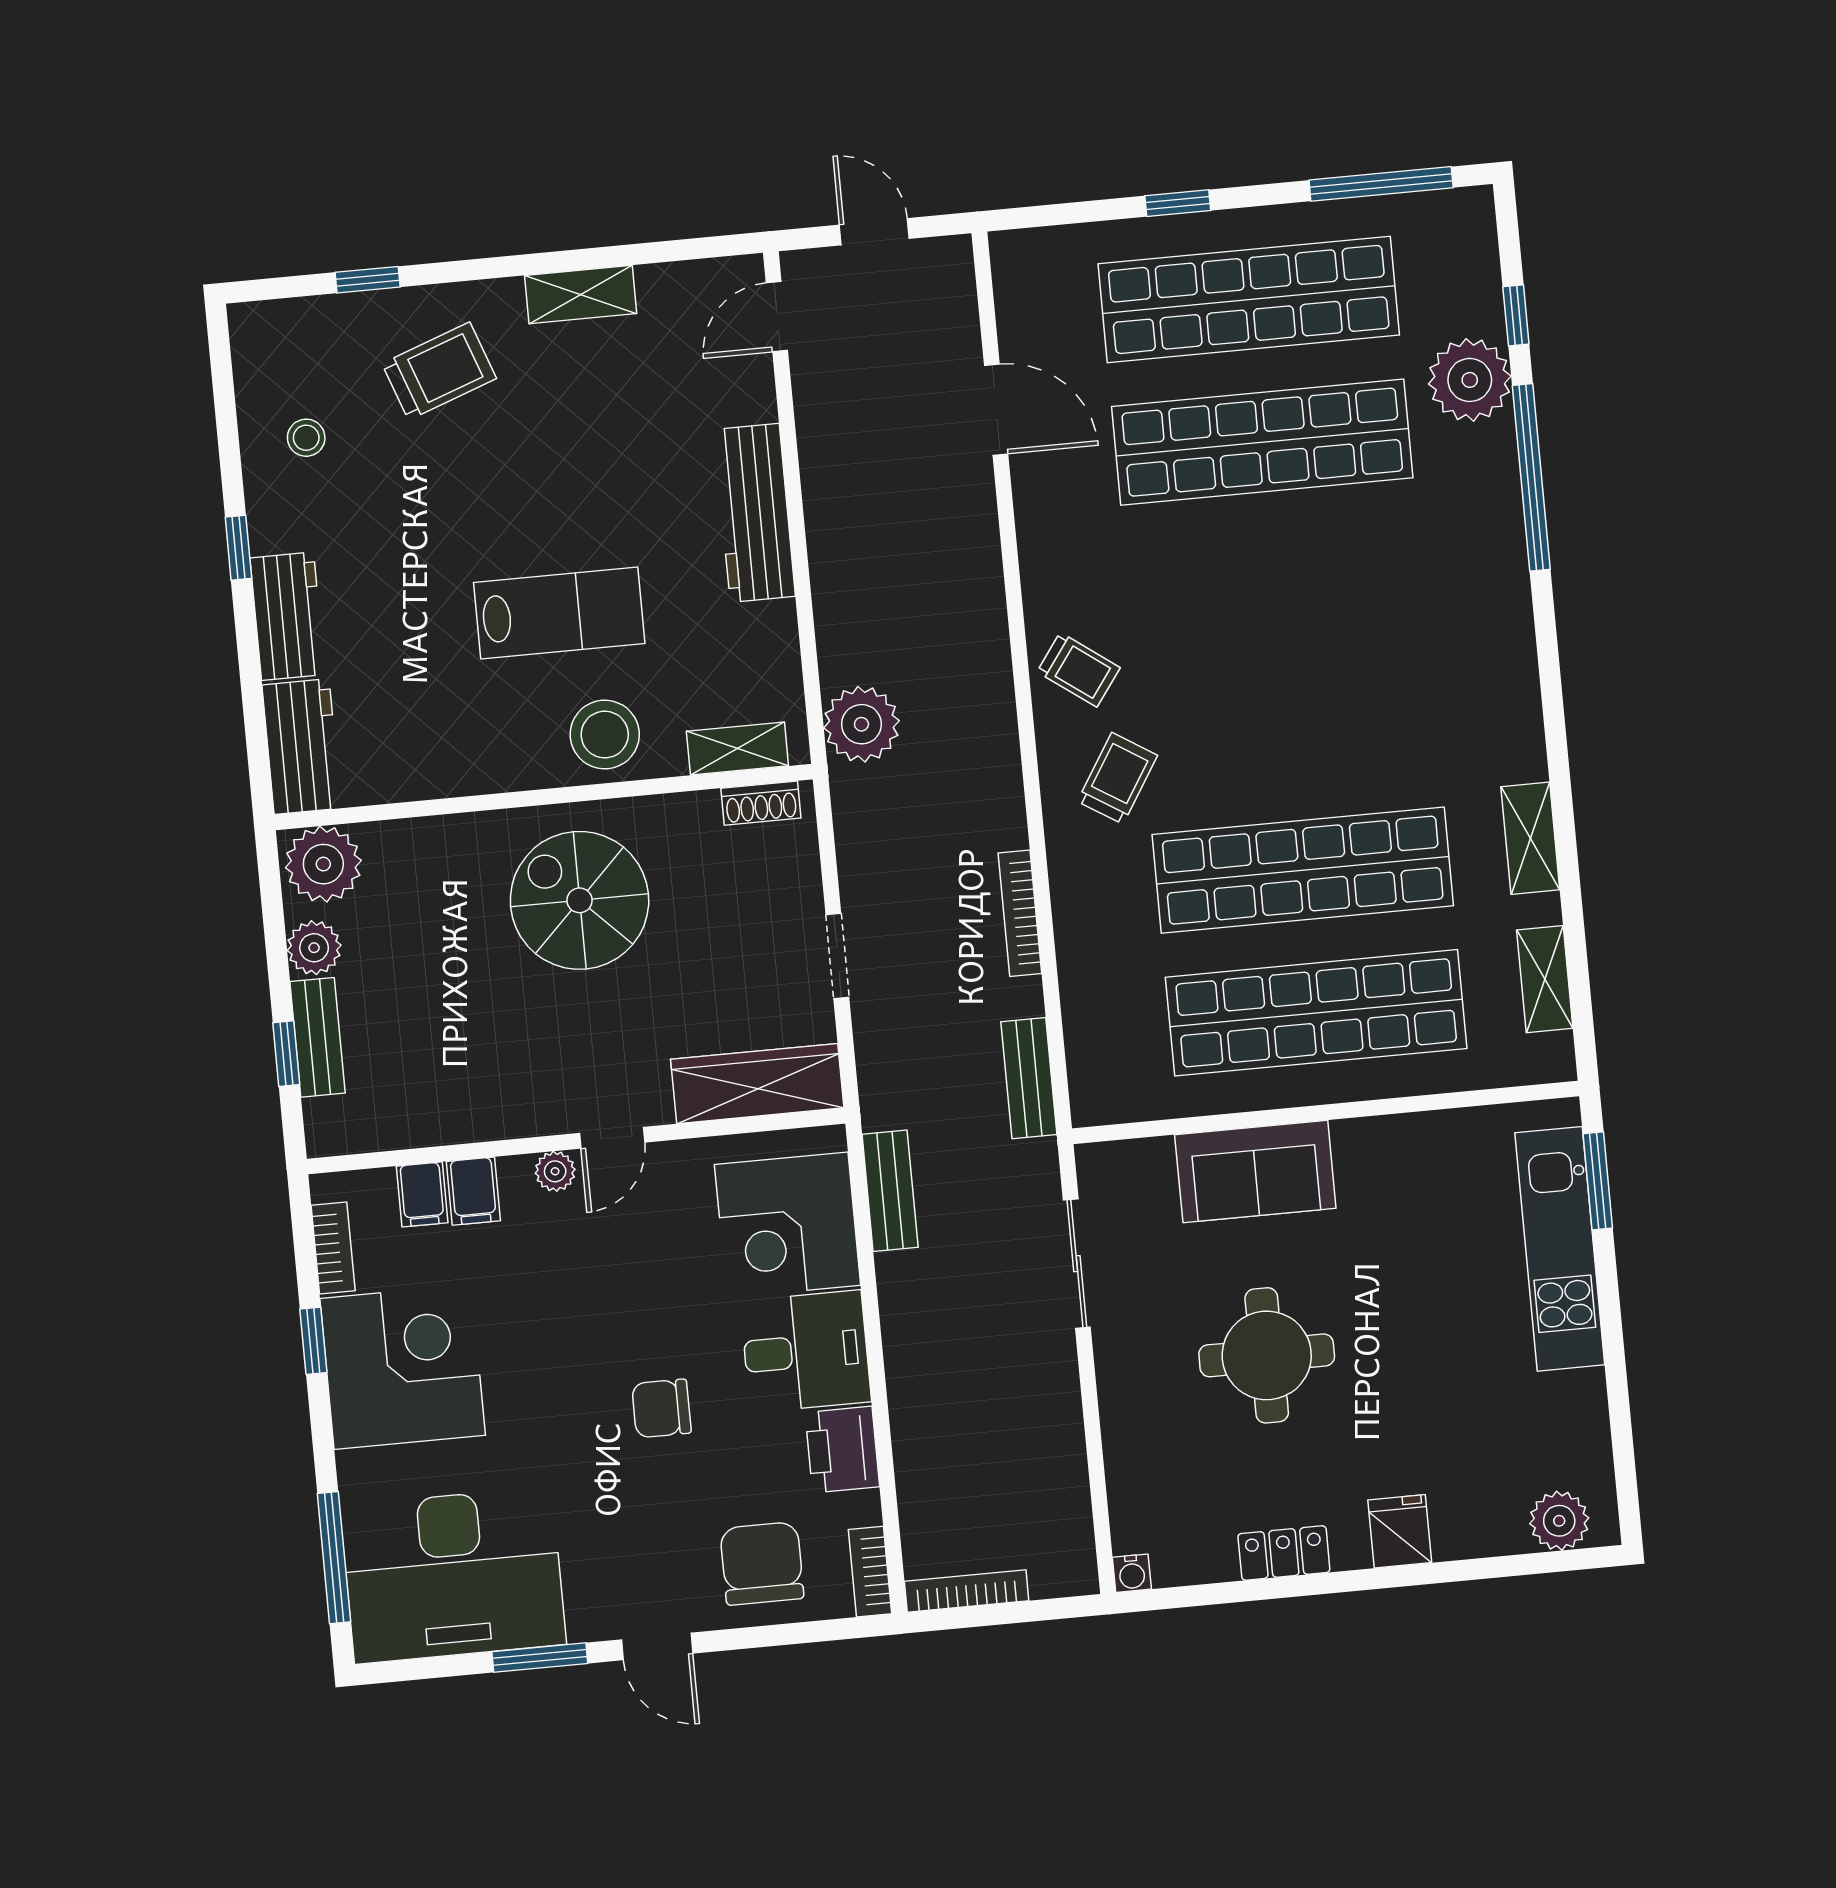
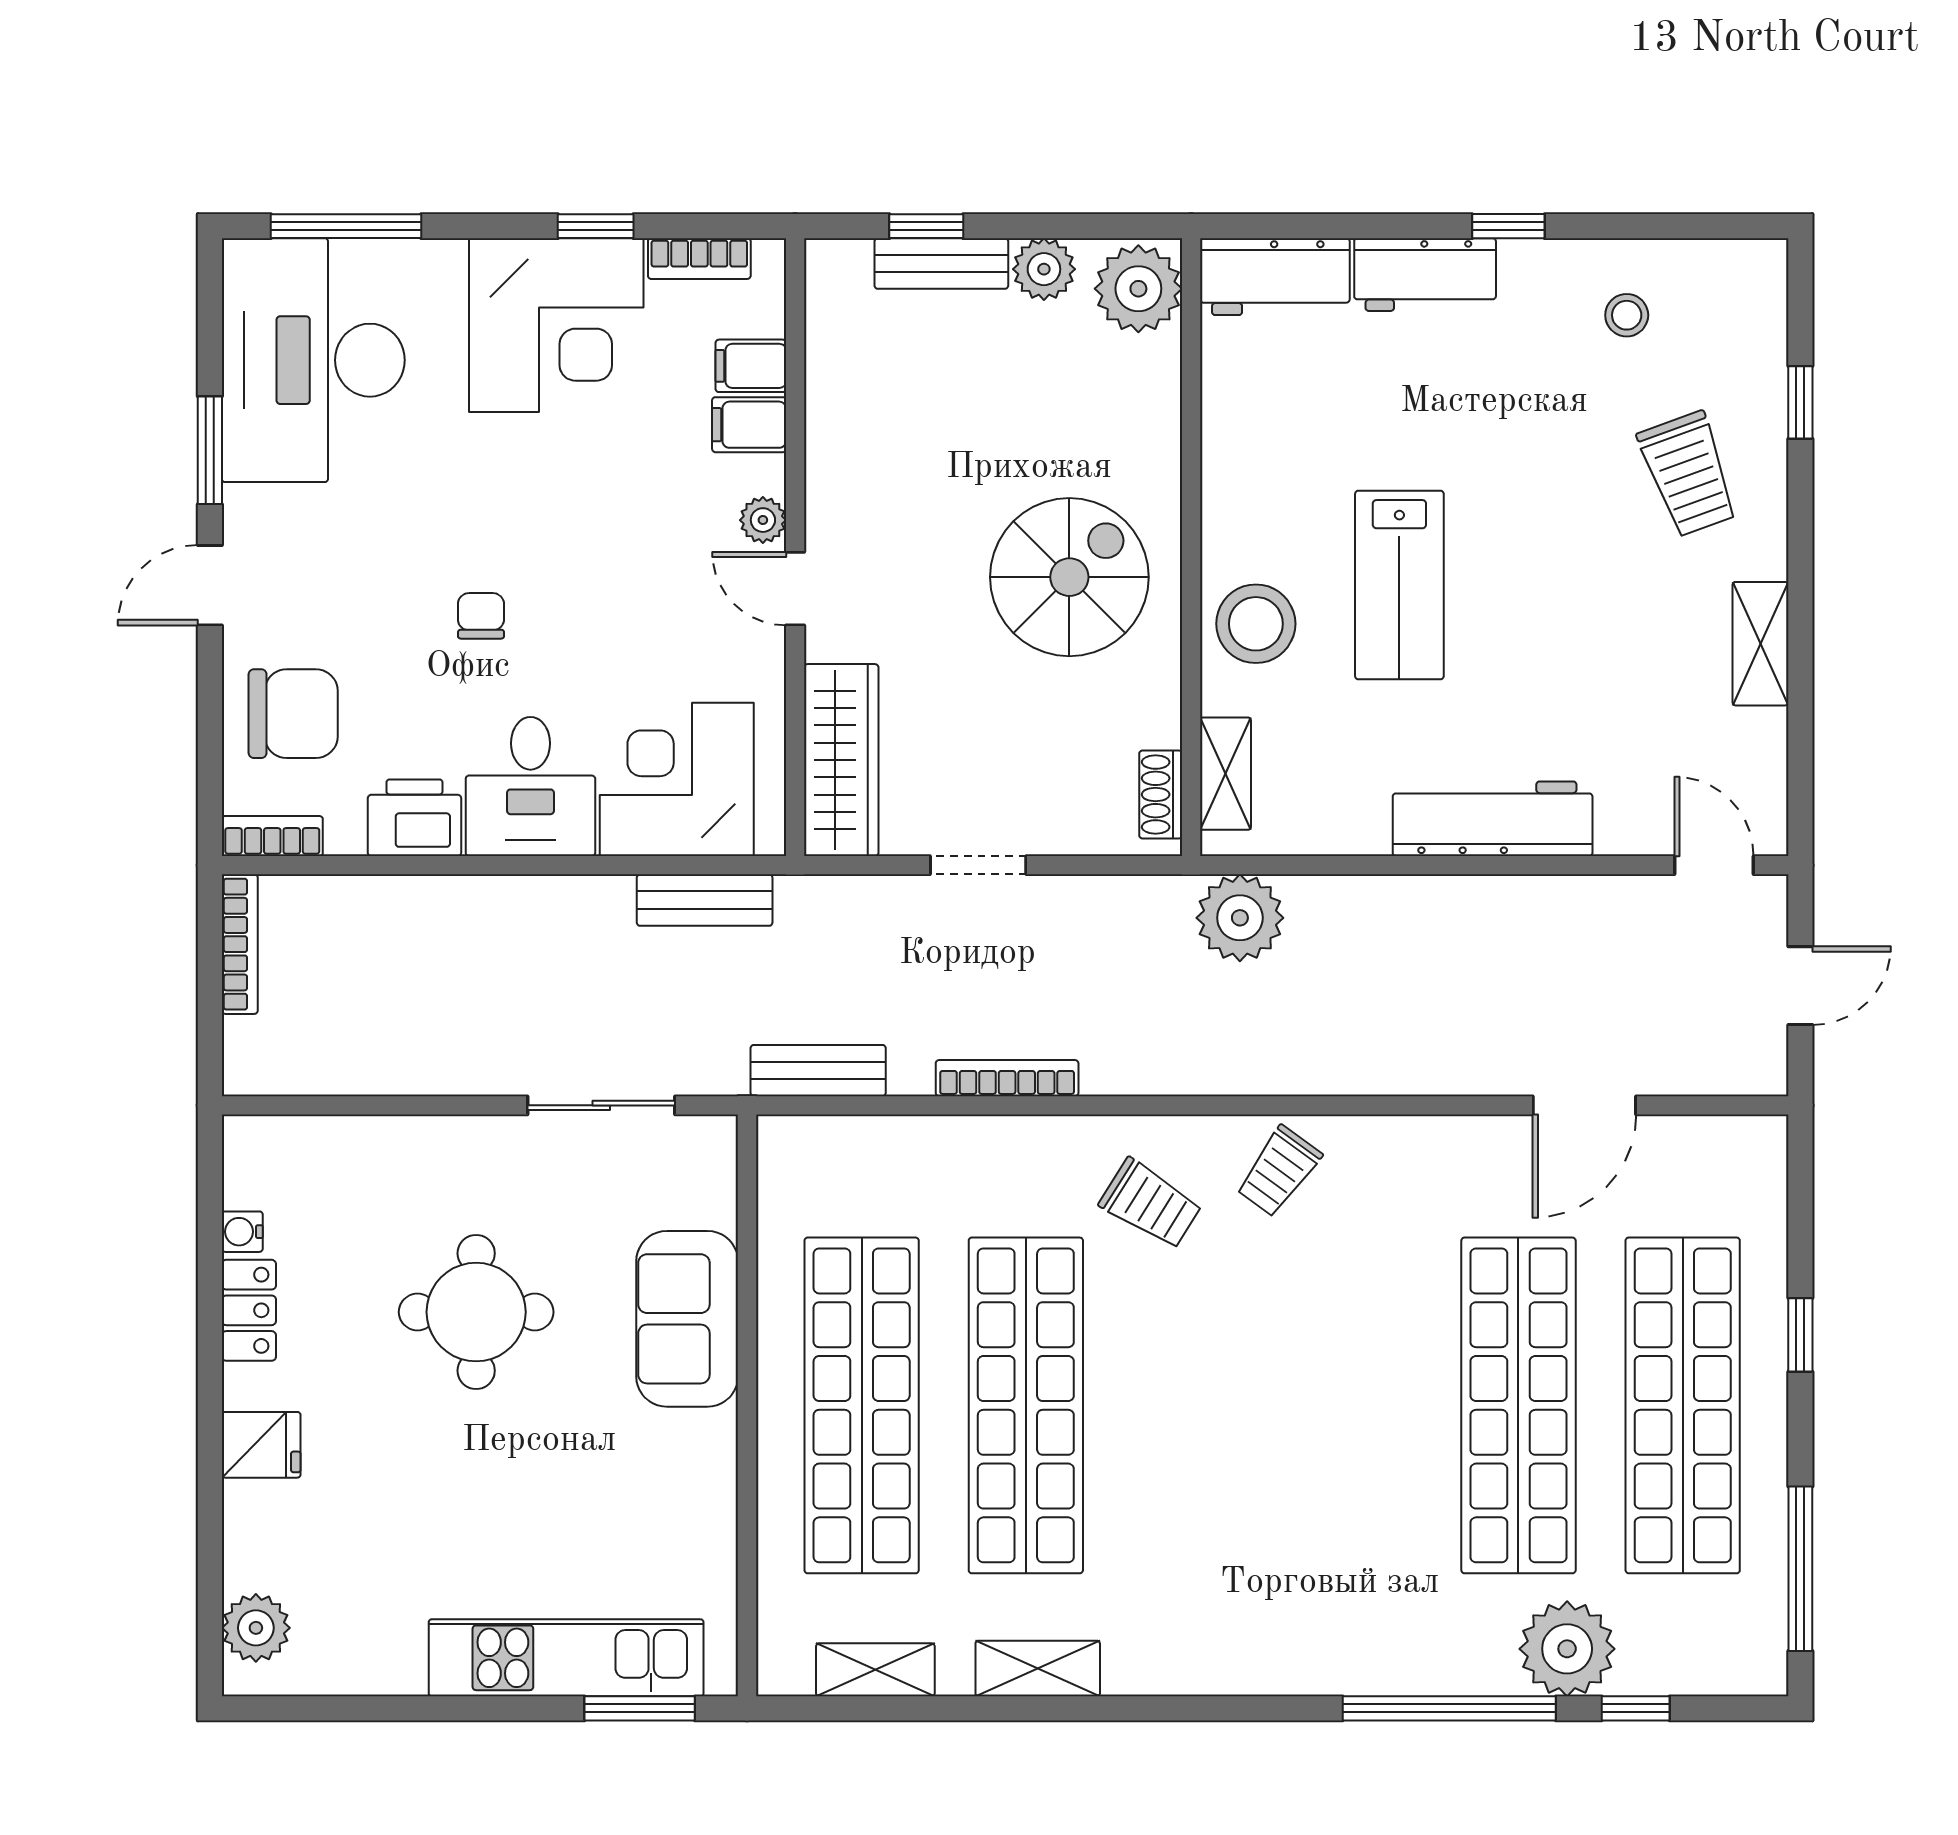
chair: (661, 1408) -> (481, 616), width x0.73, depth x0.73
water cooler: (1132, 1573) -> (242, 1232), moved

